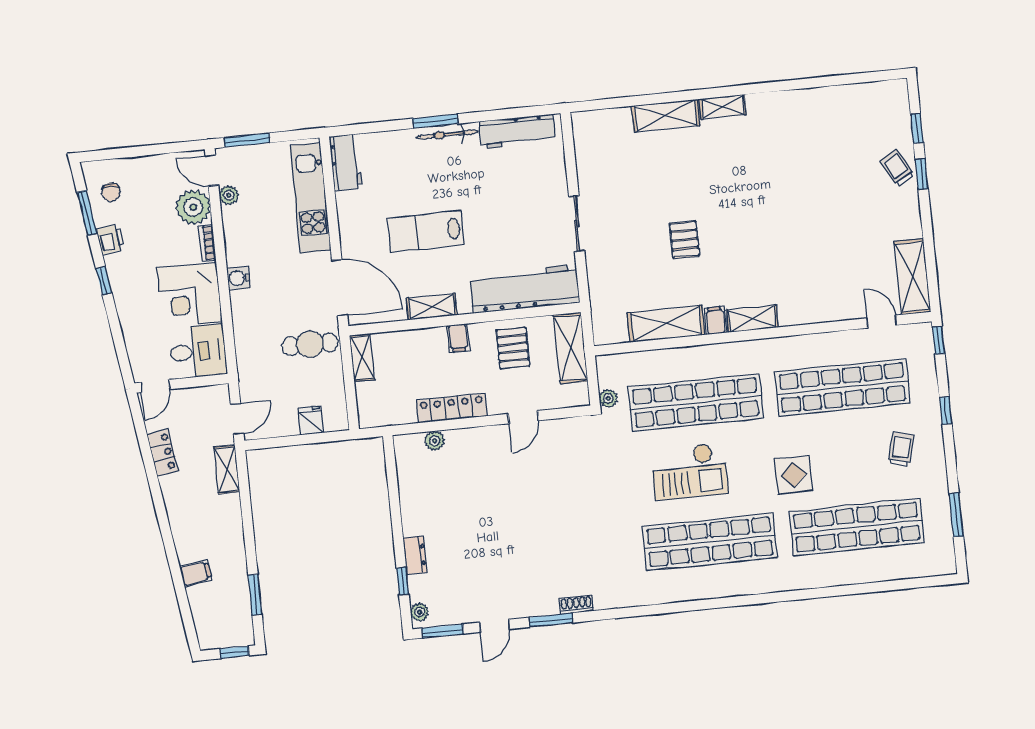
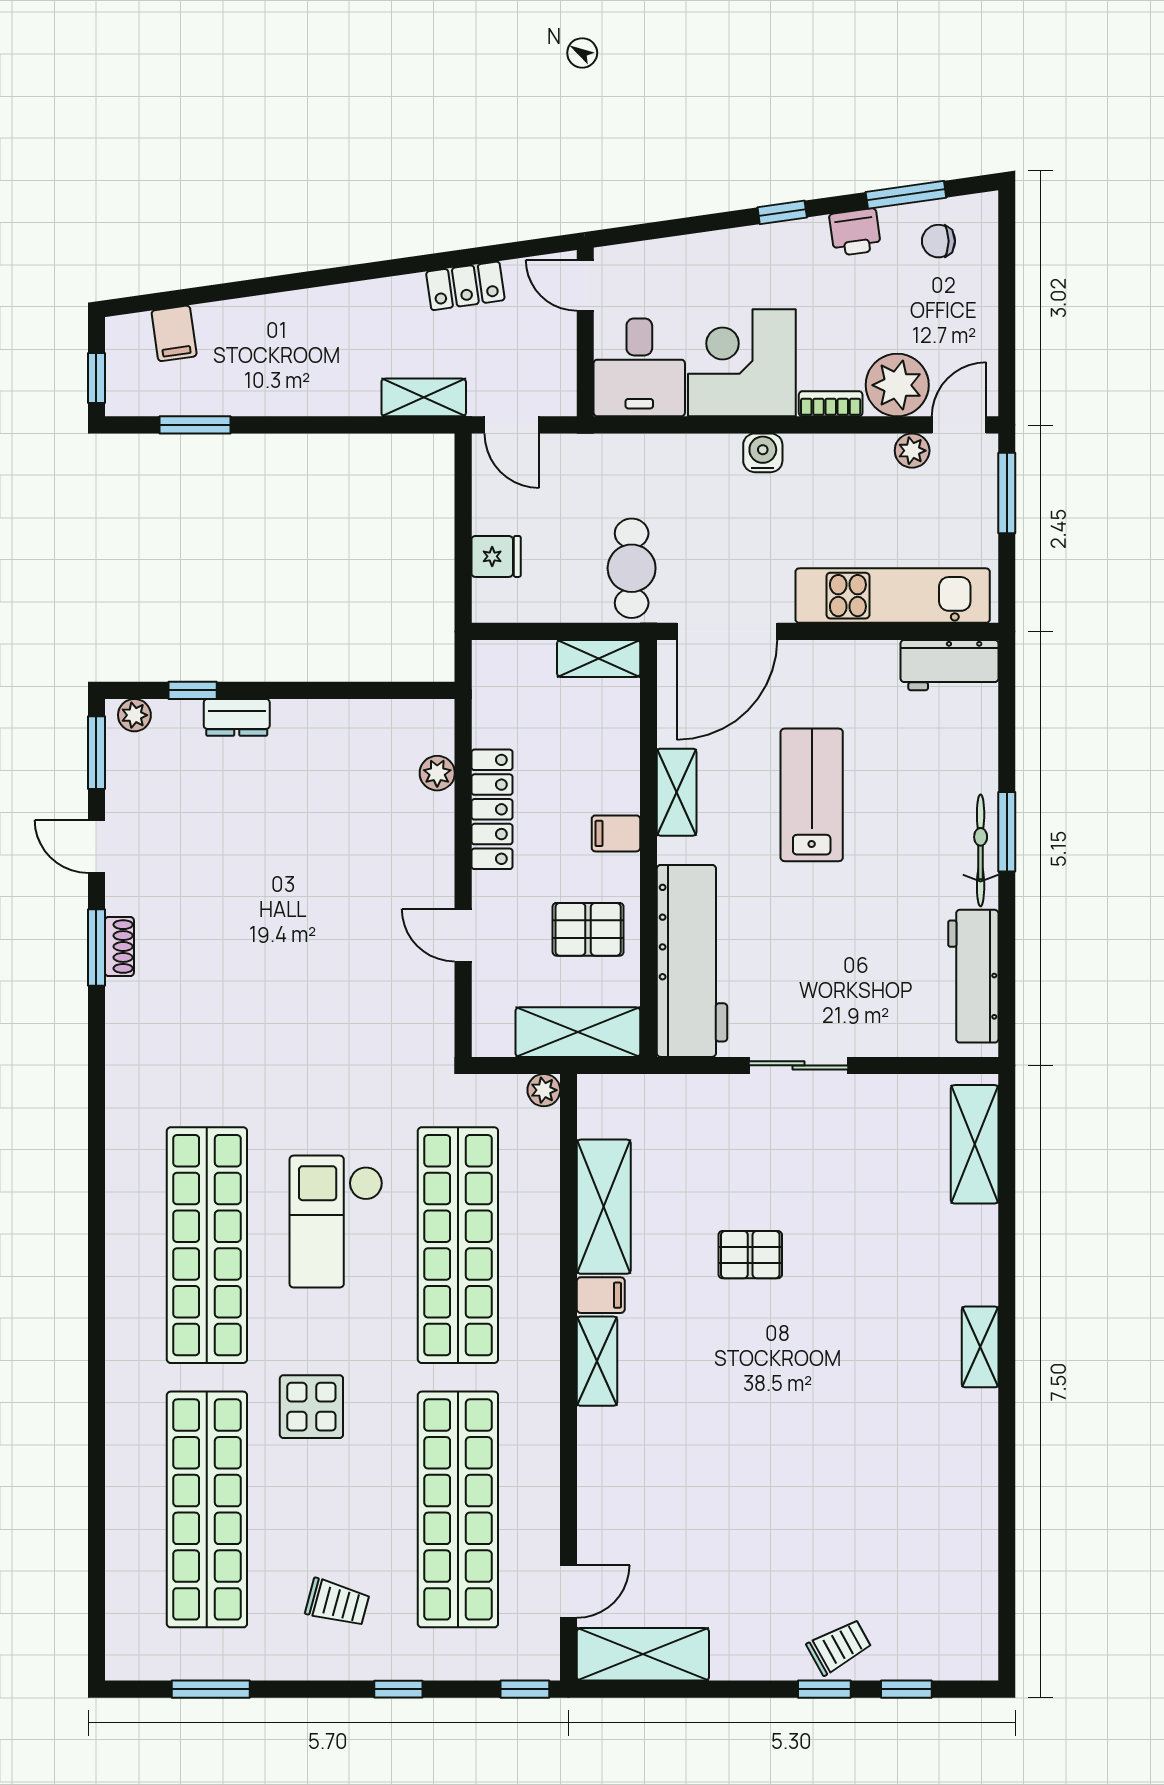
shelving: (666, 116) -> (975, 1144), moved
plant: (608, 398) -> (544, 1090), moved
filing cabinet: (196, 573) -> (174, 333), moved
shoe rack: (576, 605) -> (119, 947), moved

